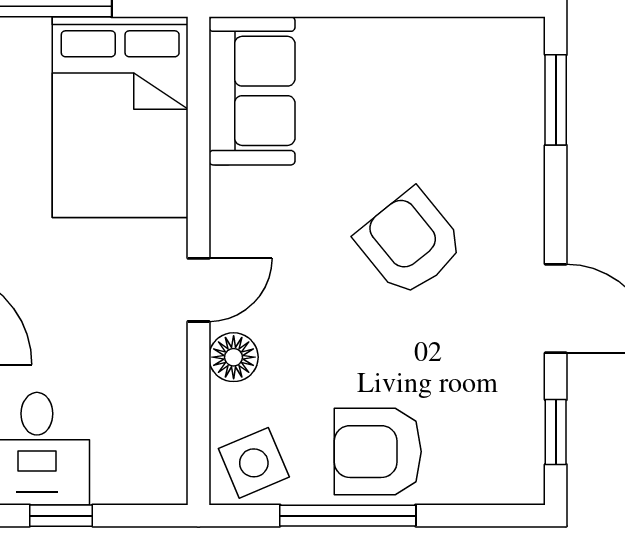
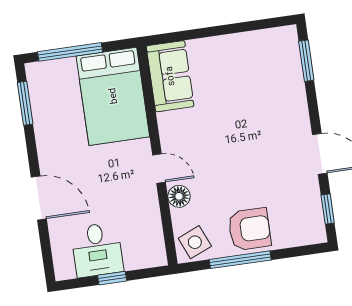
armchair: (410, 243) -> (250, 134), removed
door: (198, 290) -> (159, 168), hinge flipped
armchair: (378, 452) -> (249, 229), turned 180

